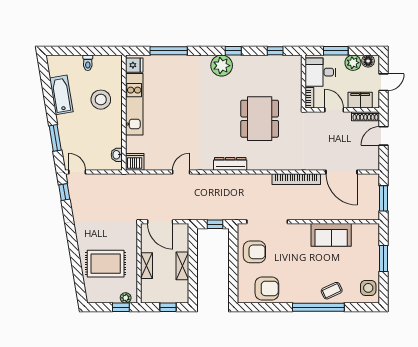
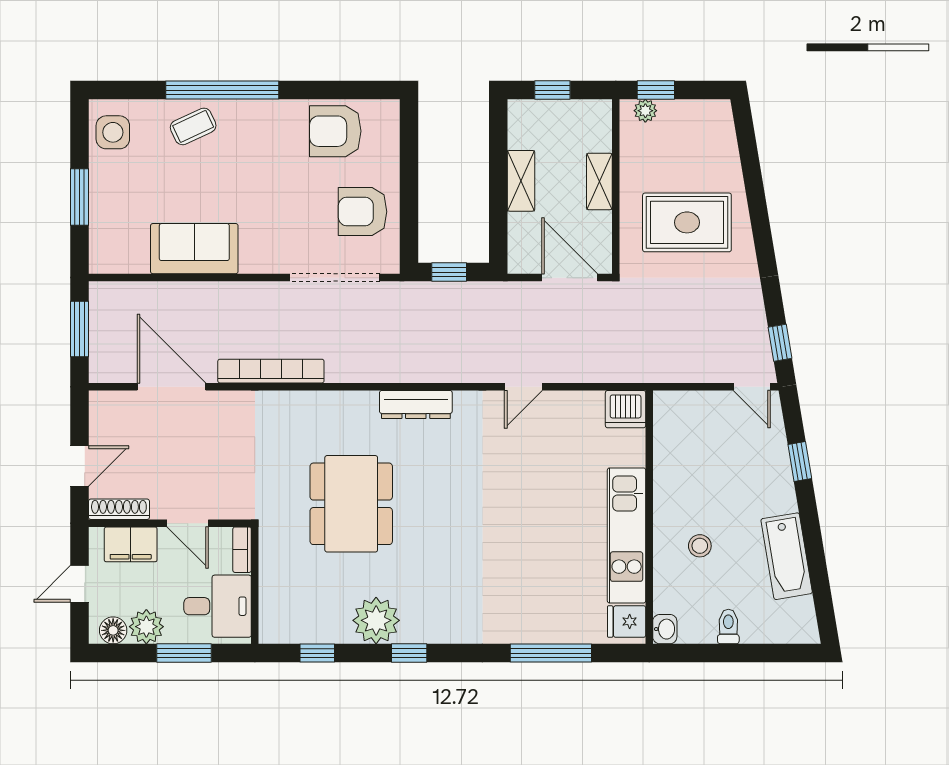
plant: (222, 66) -> (376, 620), moved
stool: (101, 100) -> (700, 546), width x0.53, depth x0.53
window: (55, 138) -> (800, 462), width x0.67
washbasin: (117, 155) -> (665, 629), moved
rug: (106, 264) -> (687, 222), moved

